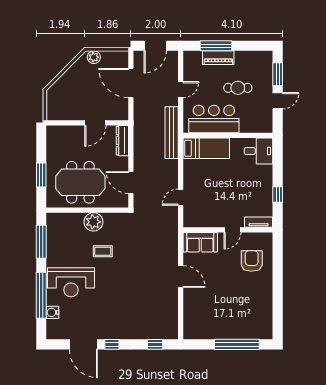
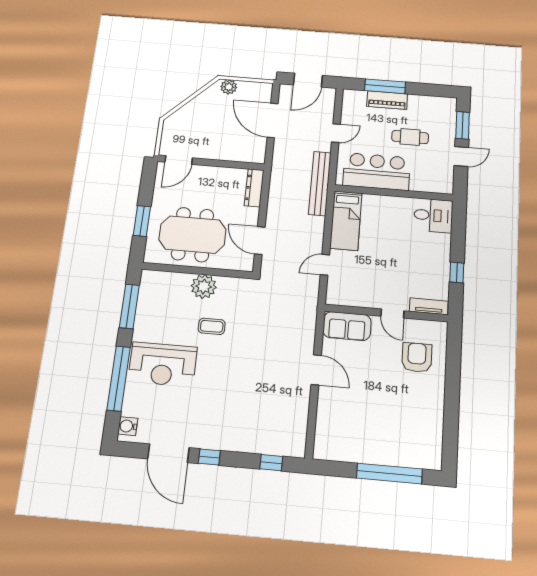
door: (95, 123) -> (179, 160), moved
bed: (206, 148) -> (346, 221), moved, turned 90
door: (232, 230) -> (392, 313), hinge flipped
water cooler: (52, 312) -> (128, 426), moved

